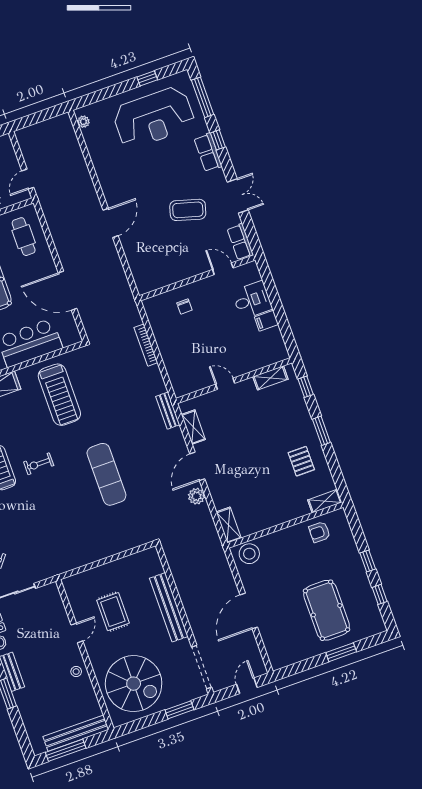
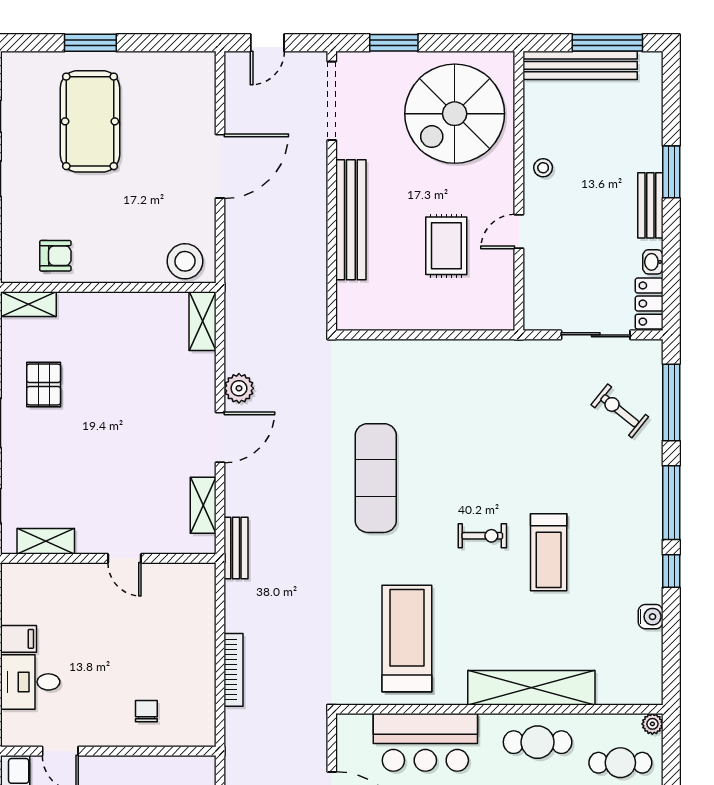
spiral stairs: (134, 684) -> (455, 114), turned -90

